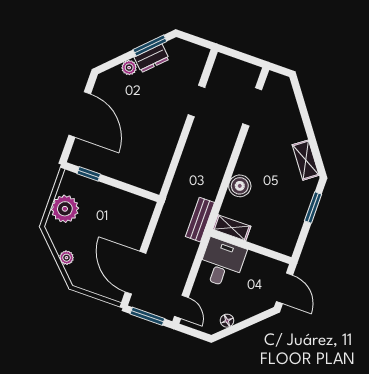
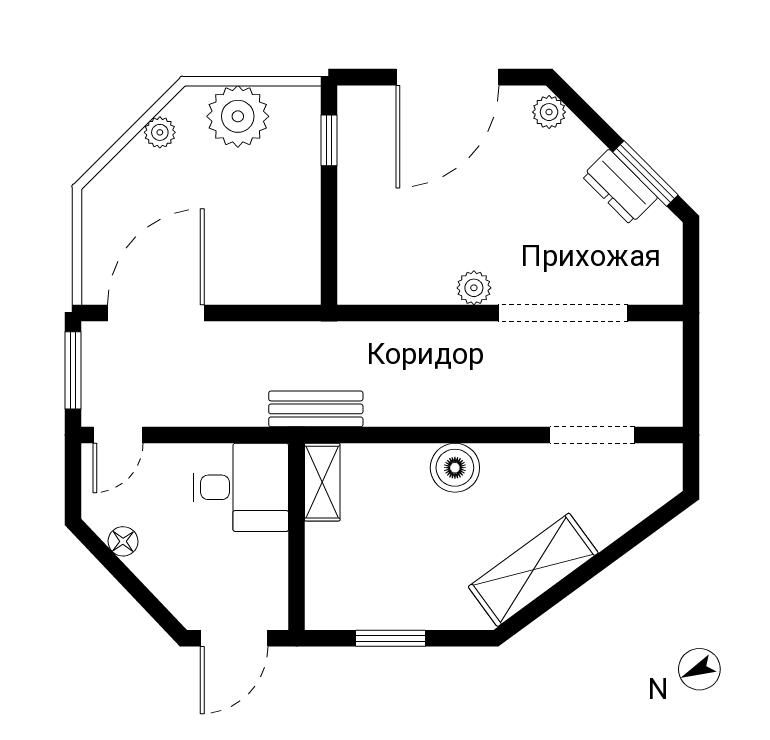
plant: (129, 68) -> (549, 112), moved
doorway: (196, 101) -> (563, 313), width x1.87
plant: (172, 135) -> (474, 288), added
shelving: (306, 160) -> (533, 570), width x1.50, depth x1.33
boiler: (240, 186) -> (455, 468), moved
window: (313, 207) -> (391, 638), moved
plant: (67, 258) -> (160, 132), moved

